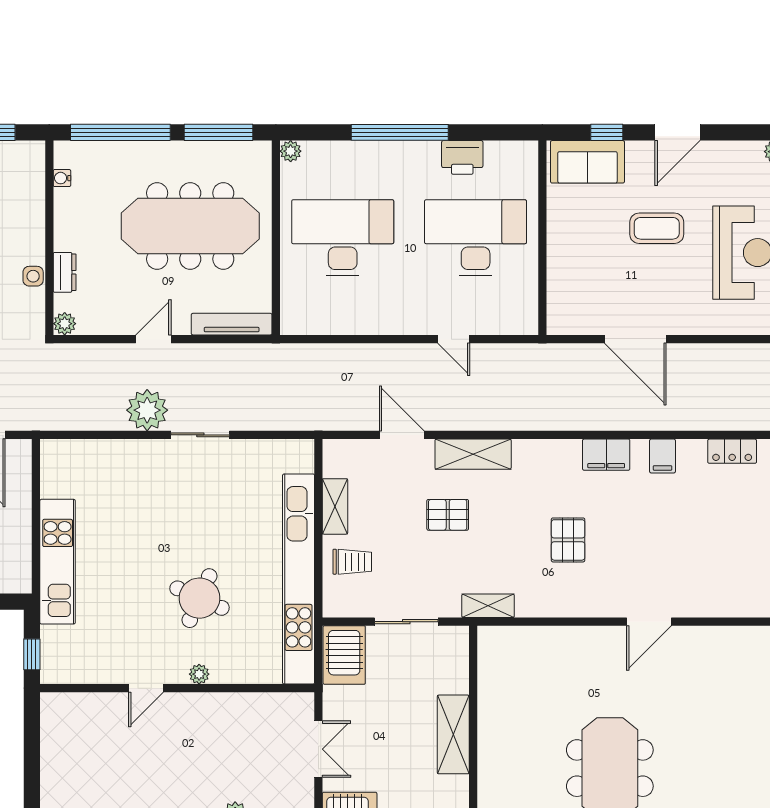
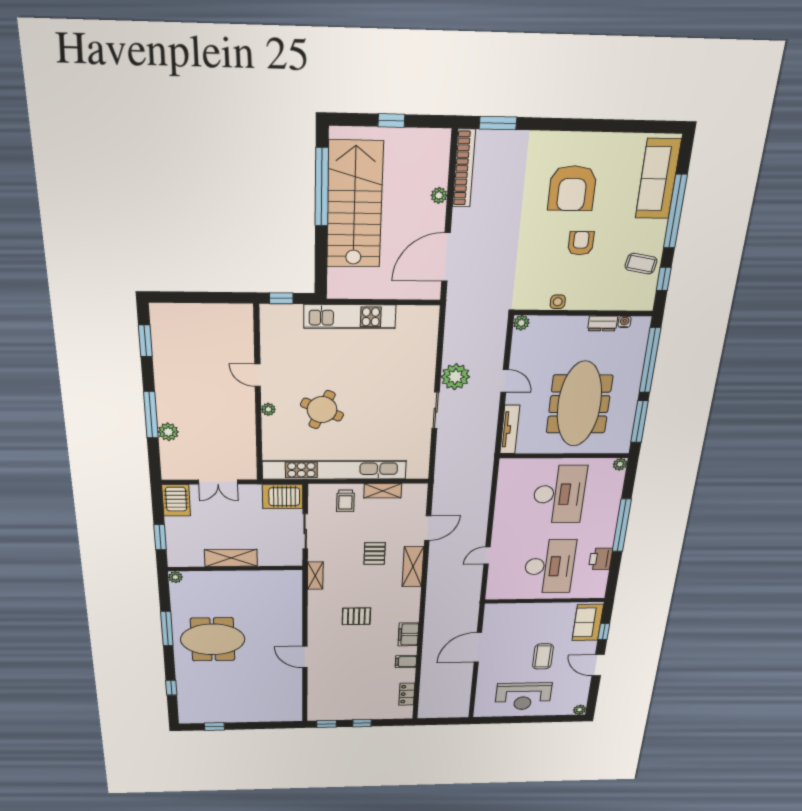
dresser: (65, 272) -> (603, 323), moved

